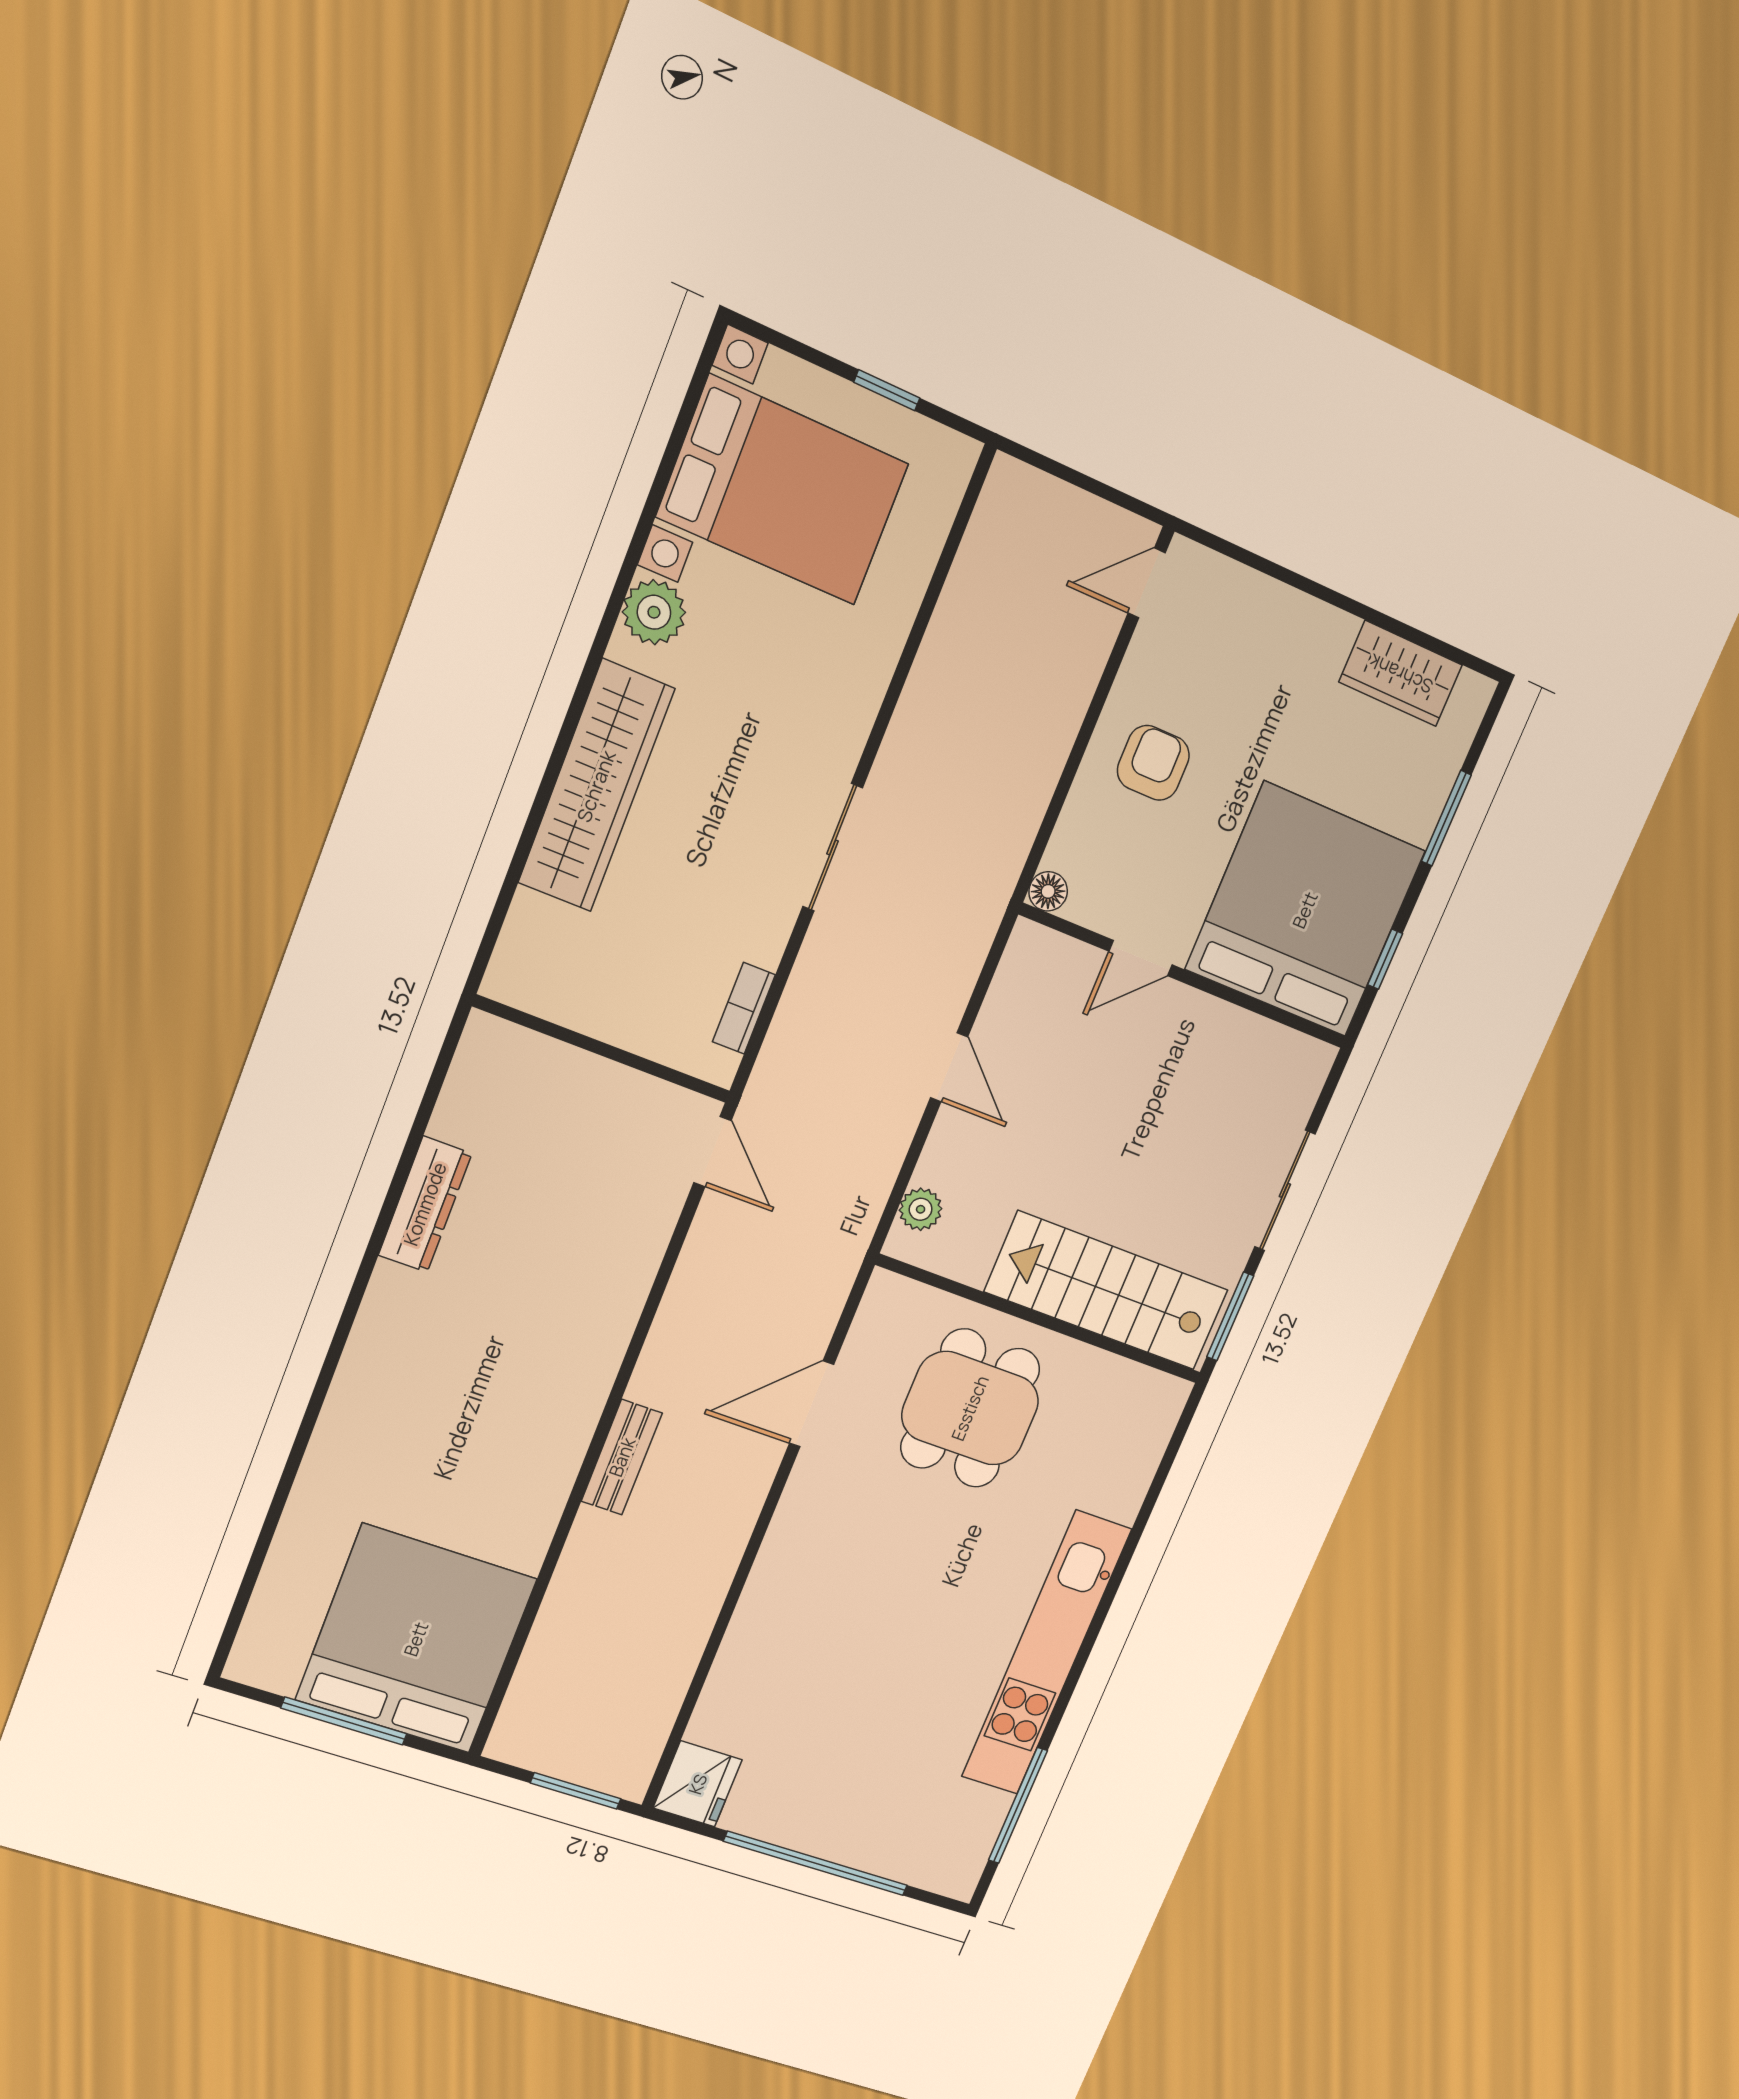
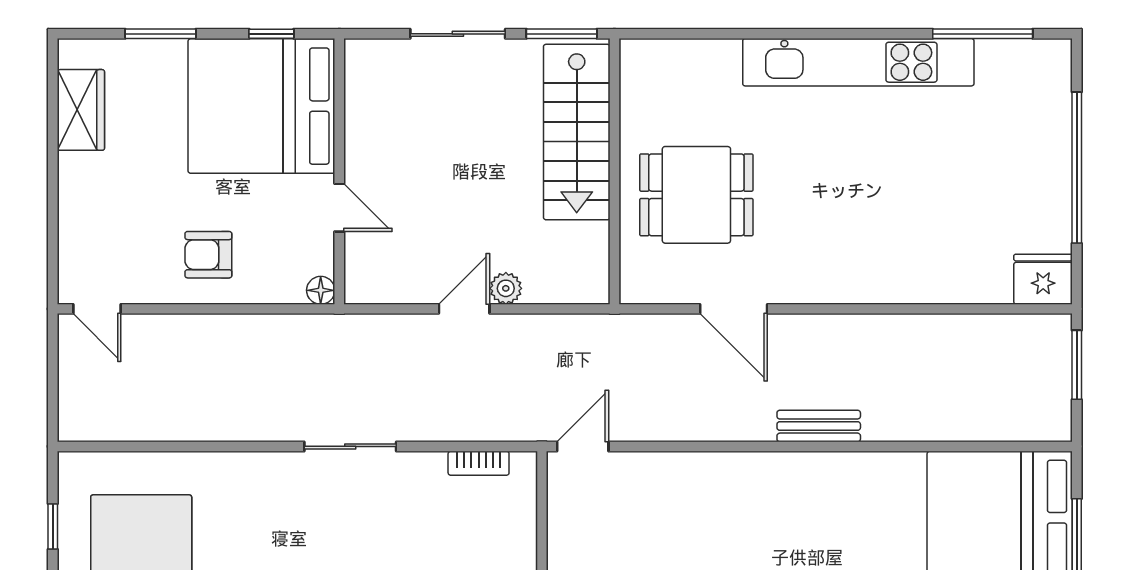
plant: (921, 1209) -> (506, 288), moved

